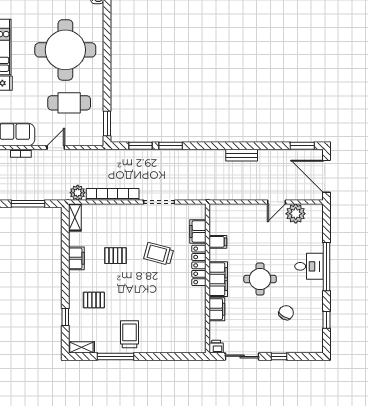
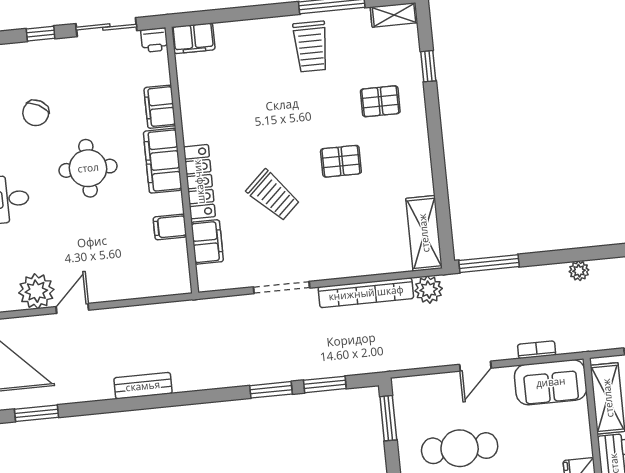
window: (28, 204) -> (489, 264), moved
shelving: (75, 217) -> (424, 233), width x1.50, depth x1.33
trolley: (159, 254) -> (273, 195), turned 32
pallet: (115, 256) -> (341, 161), moved
filing cabinet: (76, 258) -> (193, 38), moved, turned -90

